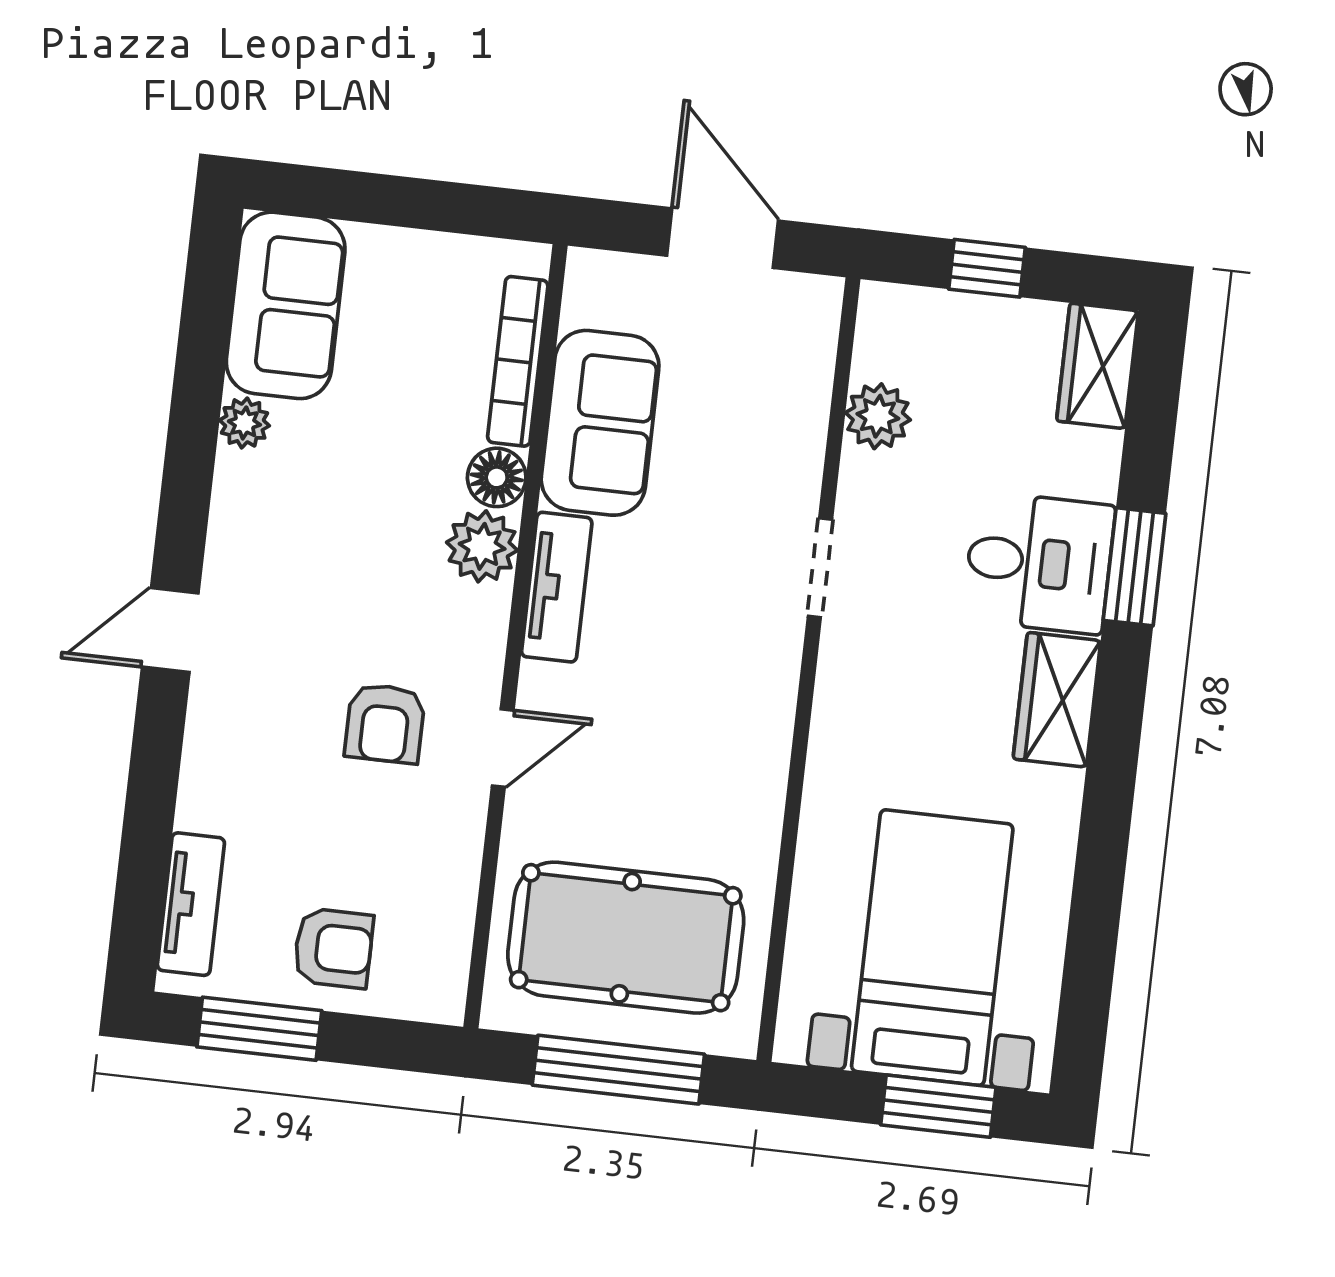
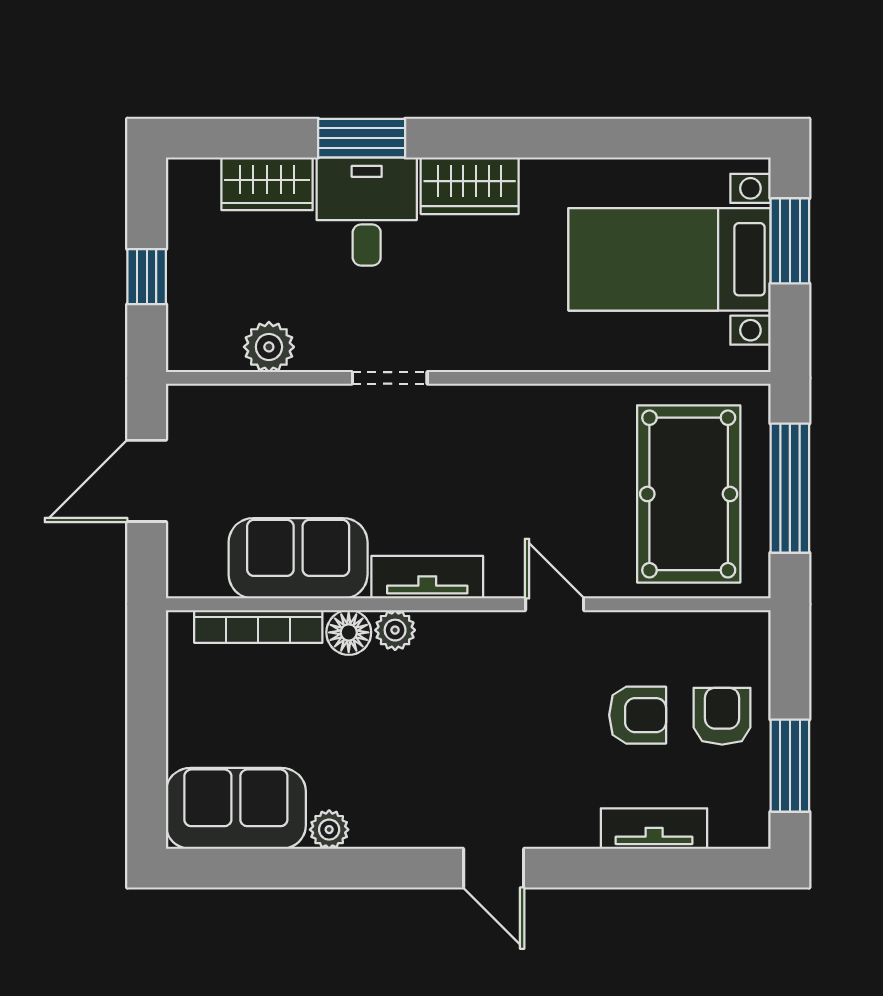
wardrobe: (1098, 366) -> (267, 184), moved
plant: (482, 546) -> (395, 630), width x0.73, depth x0.73
armchair: (385, 723) -> (638, 715), moved
tv unit: (191, 904) -> (654, 829), moved

